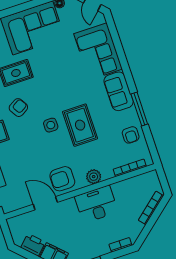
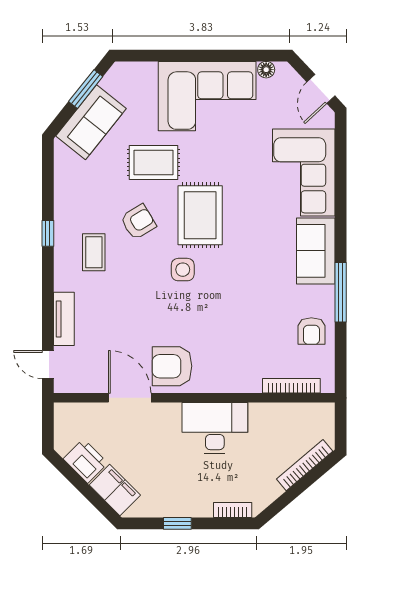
rug: (80, 125) -> (200, 215), moved
plant: (94, 177) -> (226, 380), removed

